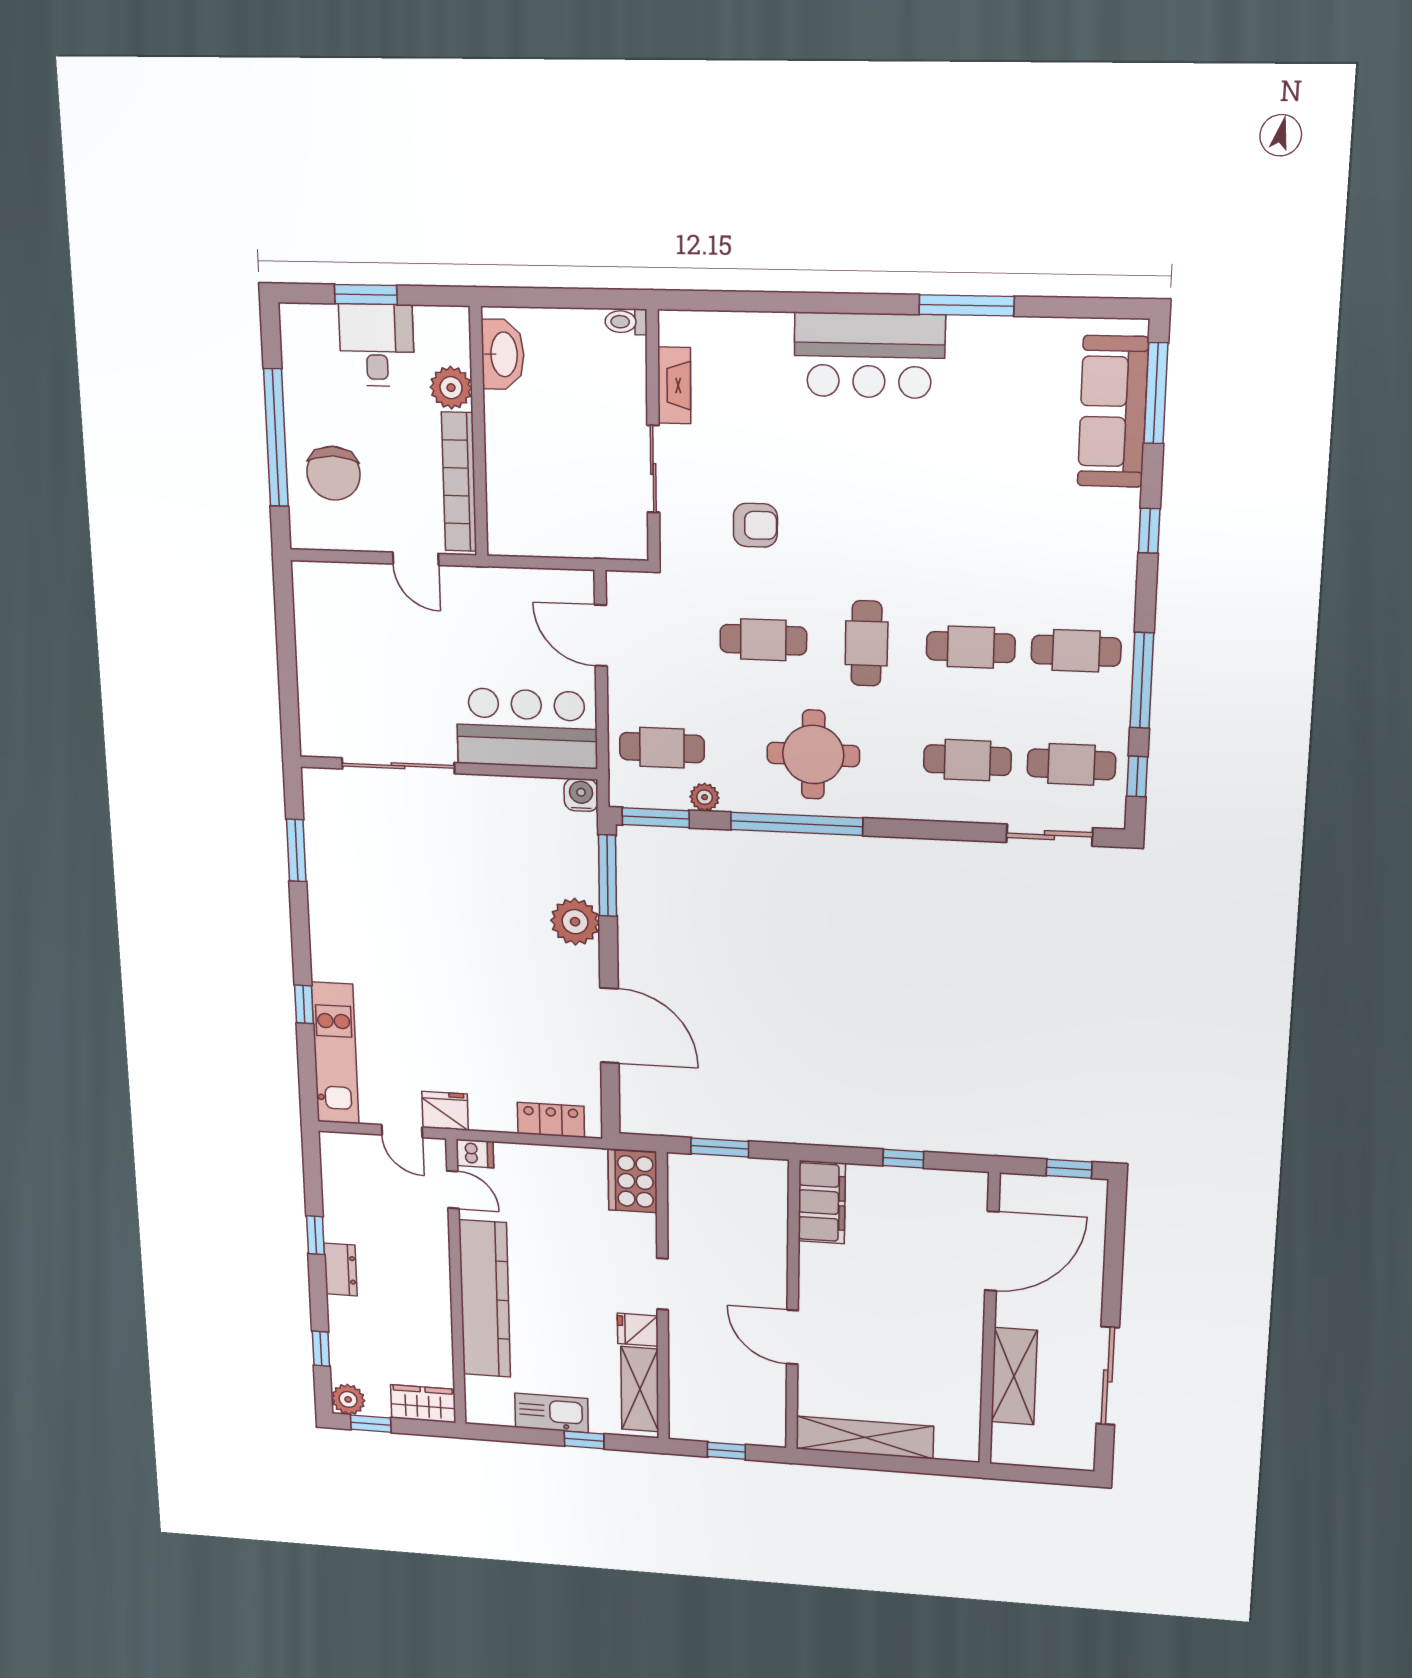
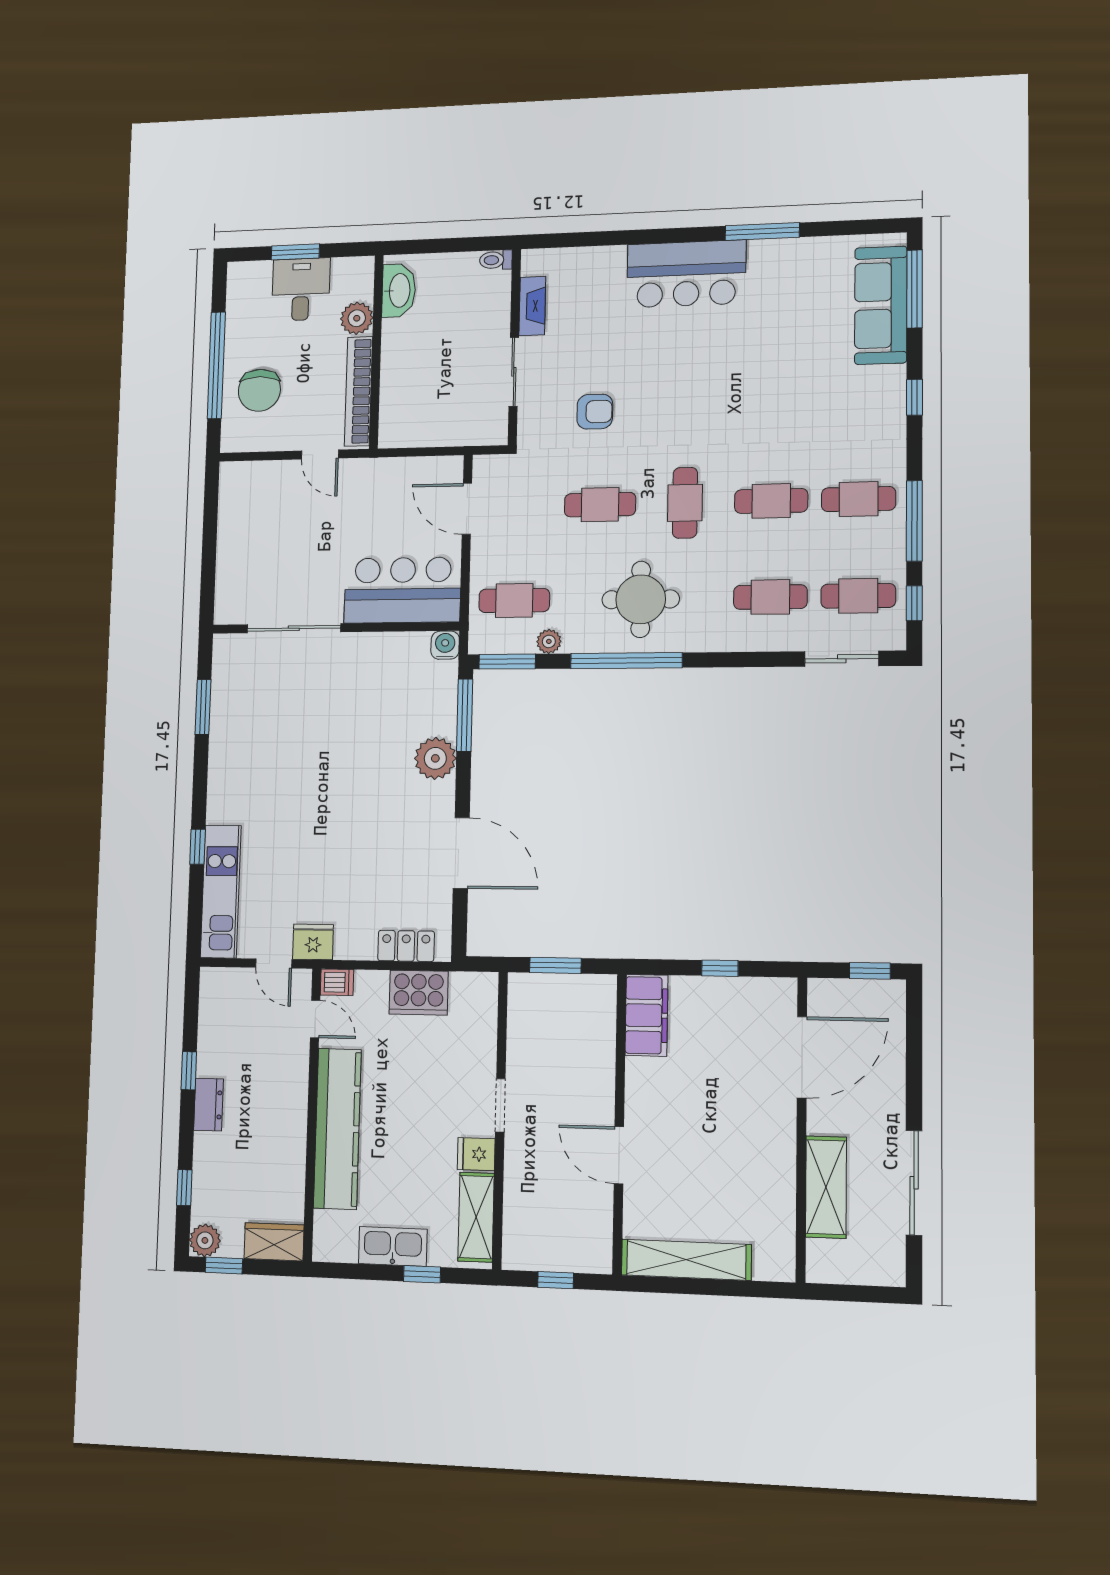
cooker: (633, 1181) -> (419, 993), moved, turned -90

